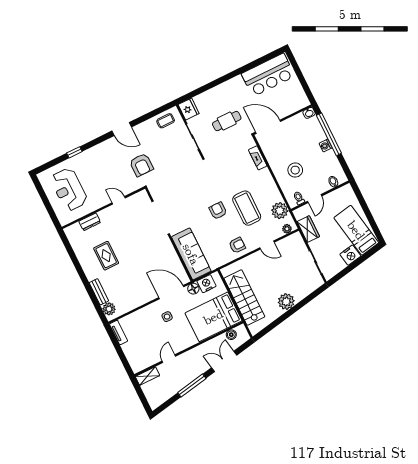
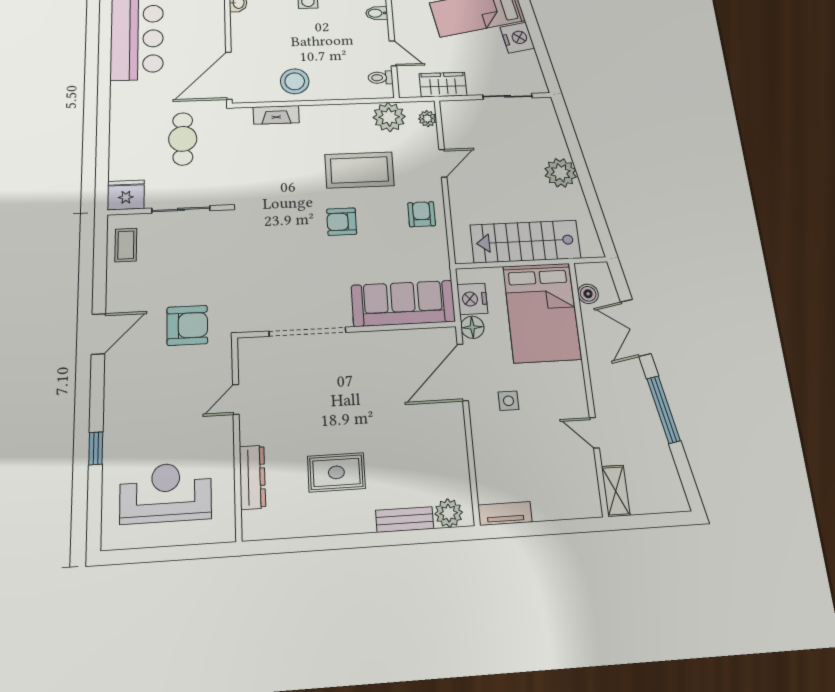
stool: (295, 170) -> (295, 81), moved
reception desk: (69, 189) -> (166, 493), turned 180
dresser: (90, 222) -> (252, 477), width x1.44

